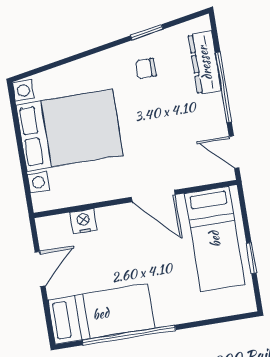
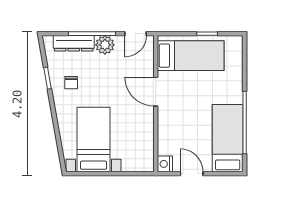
plant: (210, 109) -> (105, 45), added
bed with nightstands: (69, 130) -> (94, 140), width x0.73
door: (153, 196) -> (156, 92), swing flipped
nightstand: (83, 221) -> (165, 164), moved

